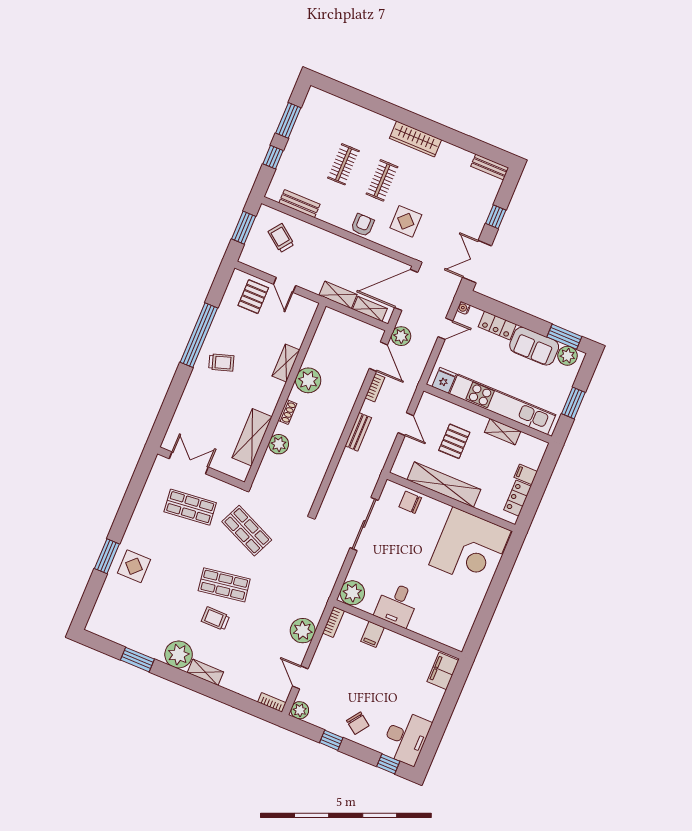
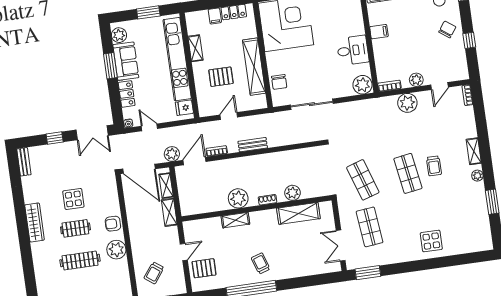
clothes rail: (343, 164) -> (80, 260), width x1.36
bench: (299, 204) -> (124, 274), removed
plant: (332, 212) -> (116, 250), added
display table: (406, 221) -> (73, 199), moved
window: (564, 337) -> (110, 66), moved
shop shelf: (247, 531) -> (363, 180), turned -42
window: (107, 556) -> (368, 273), moved
filing cabinet: (372, 634) -> (379, 32), moved
plant: (179, 655) -> (477, 176), width x0.53, depth x0.53
plant: (300, 710) -> (416, 80), moved

